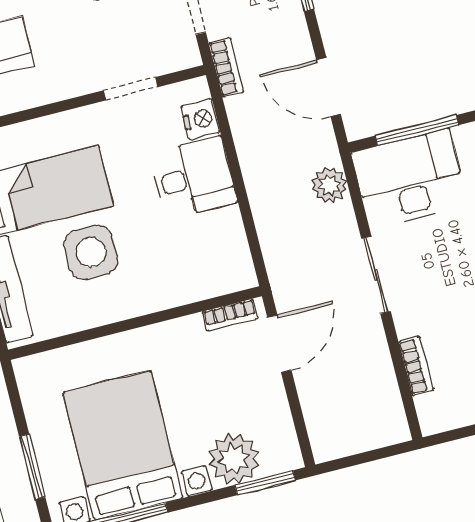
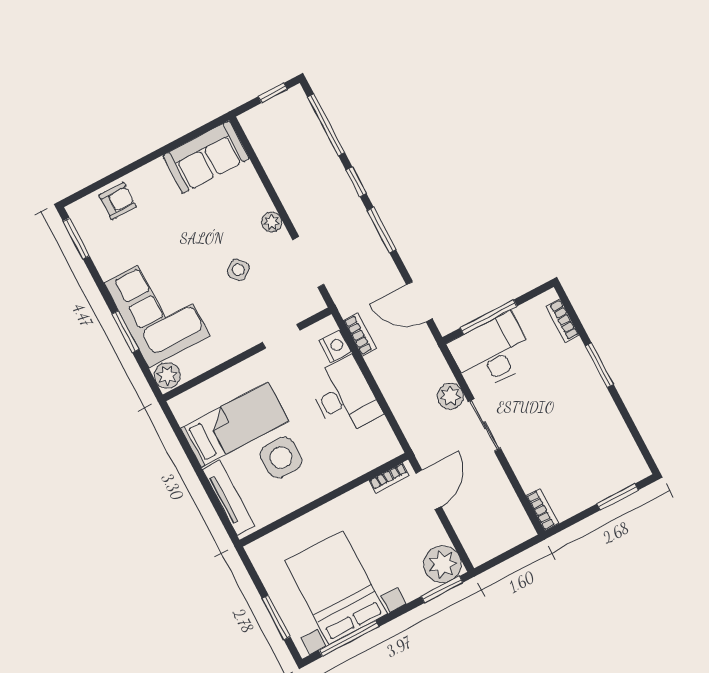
bookcase: (226, 67) -> (360, 334), moved
desk: (193, 178) -> (344, 396), width x1.37
plant: (329, 185) -> (450, 396), moved
bookcase: (416, 366) -> (542, 510), moved
plant: (234, 459) -> (442, 564), moved

